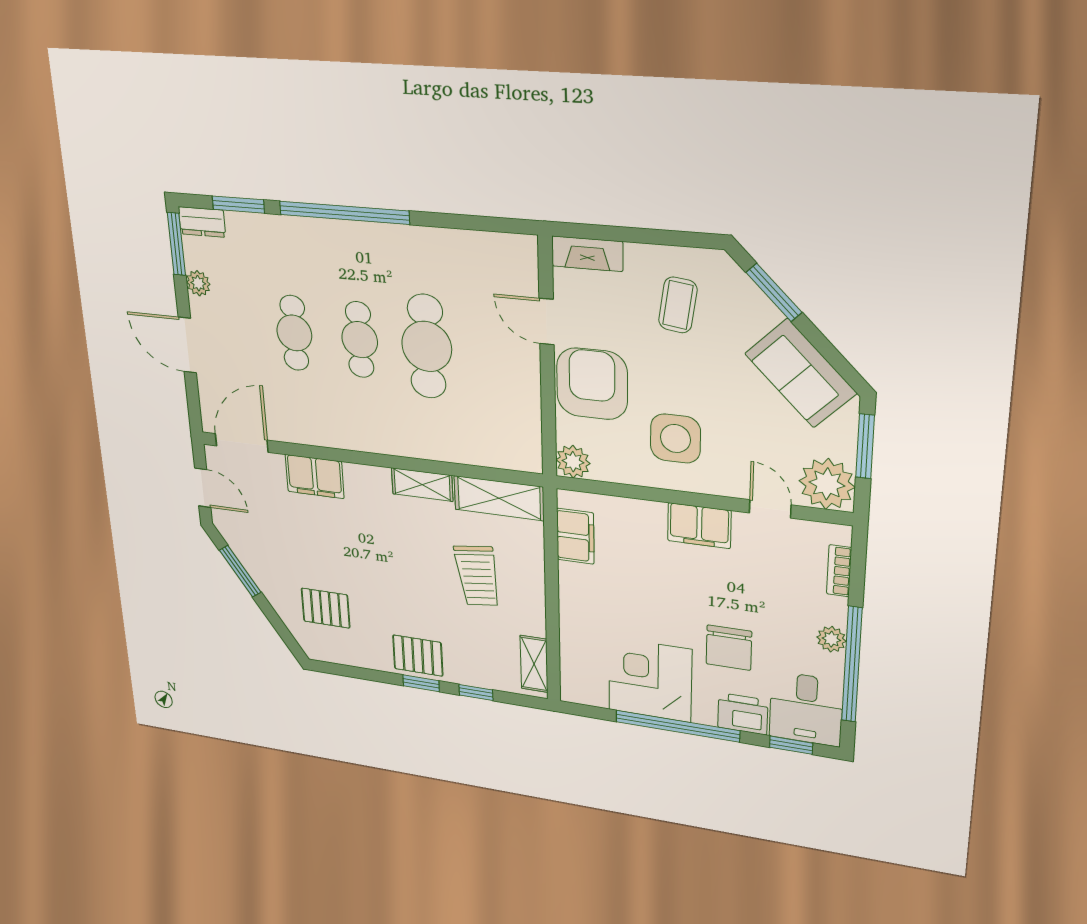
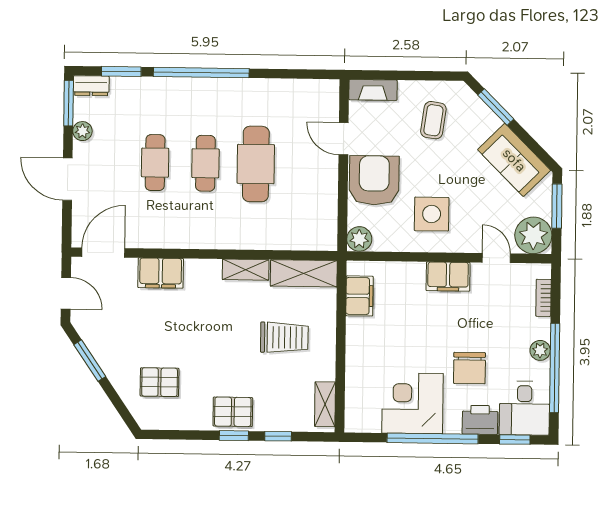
trolley: (477, 576) -> (284, 337), turned -83

